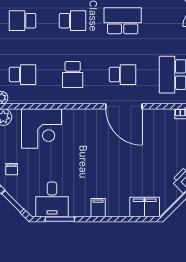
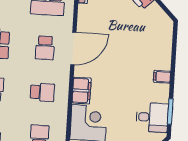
school desk: (123, 75) -> (45, 48), turned 180
filing cabinet: (145, 207) -> (82, 91), moved, turned 180

